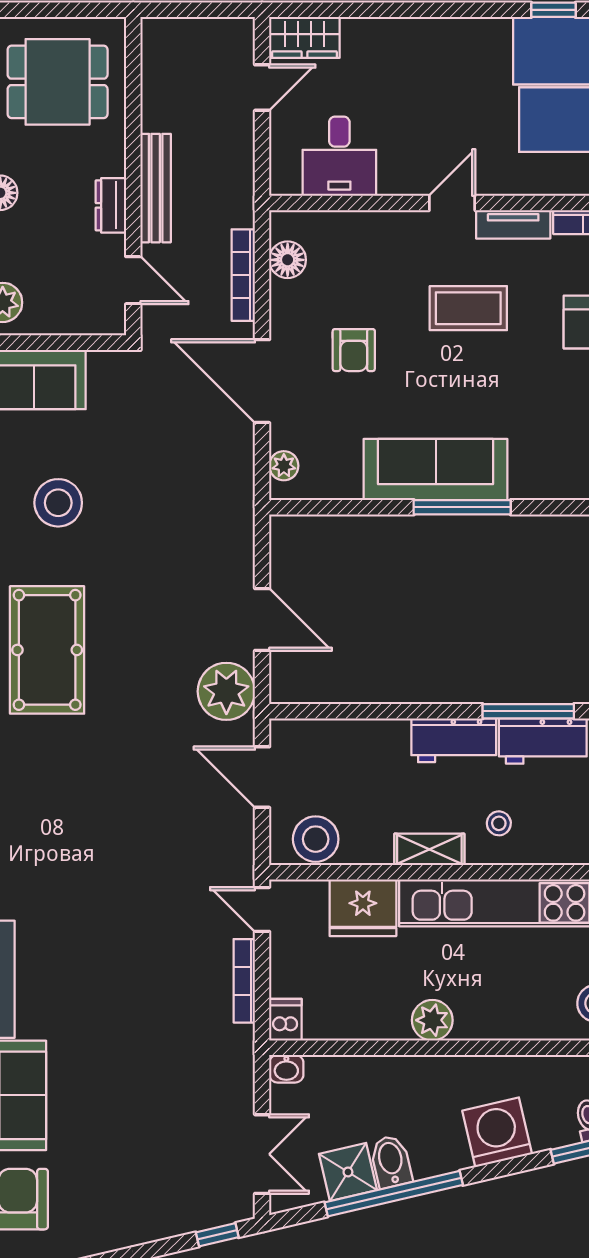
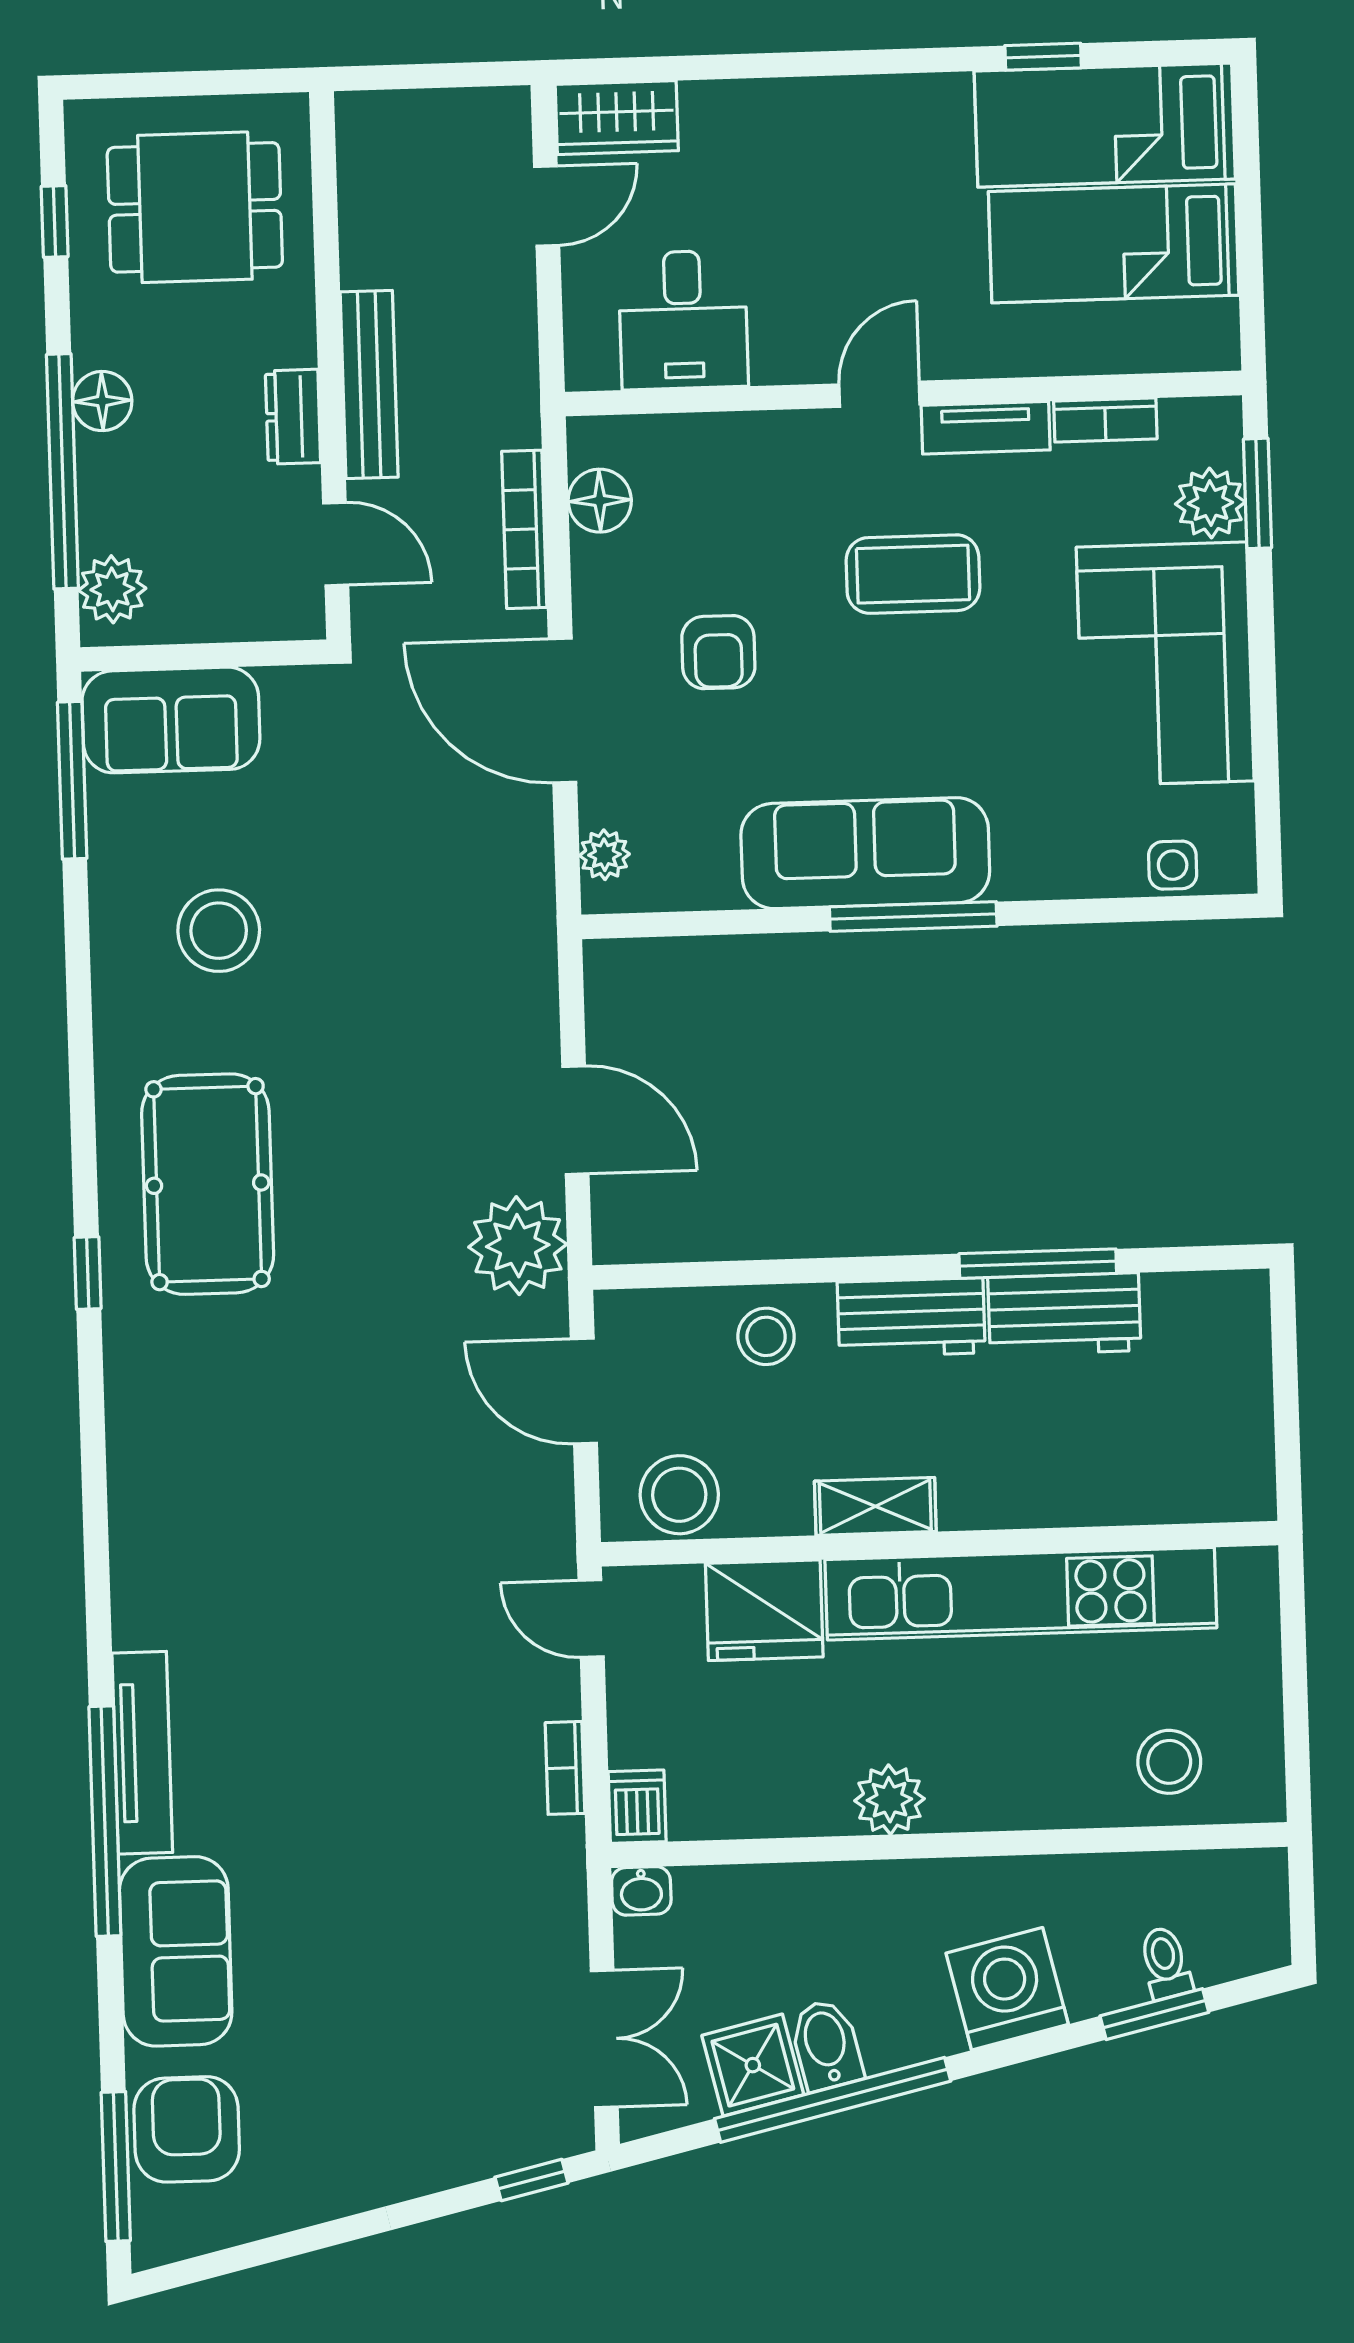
stool: (499, 823) -> (766, 1336), moved, width x1.37, depth x1.37
bookcase: (244, 981) -> (565, 1768), width x0.64

